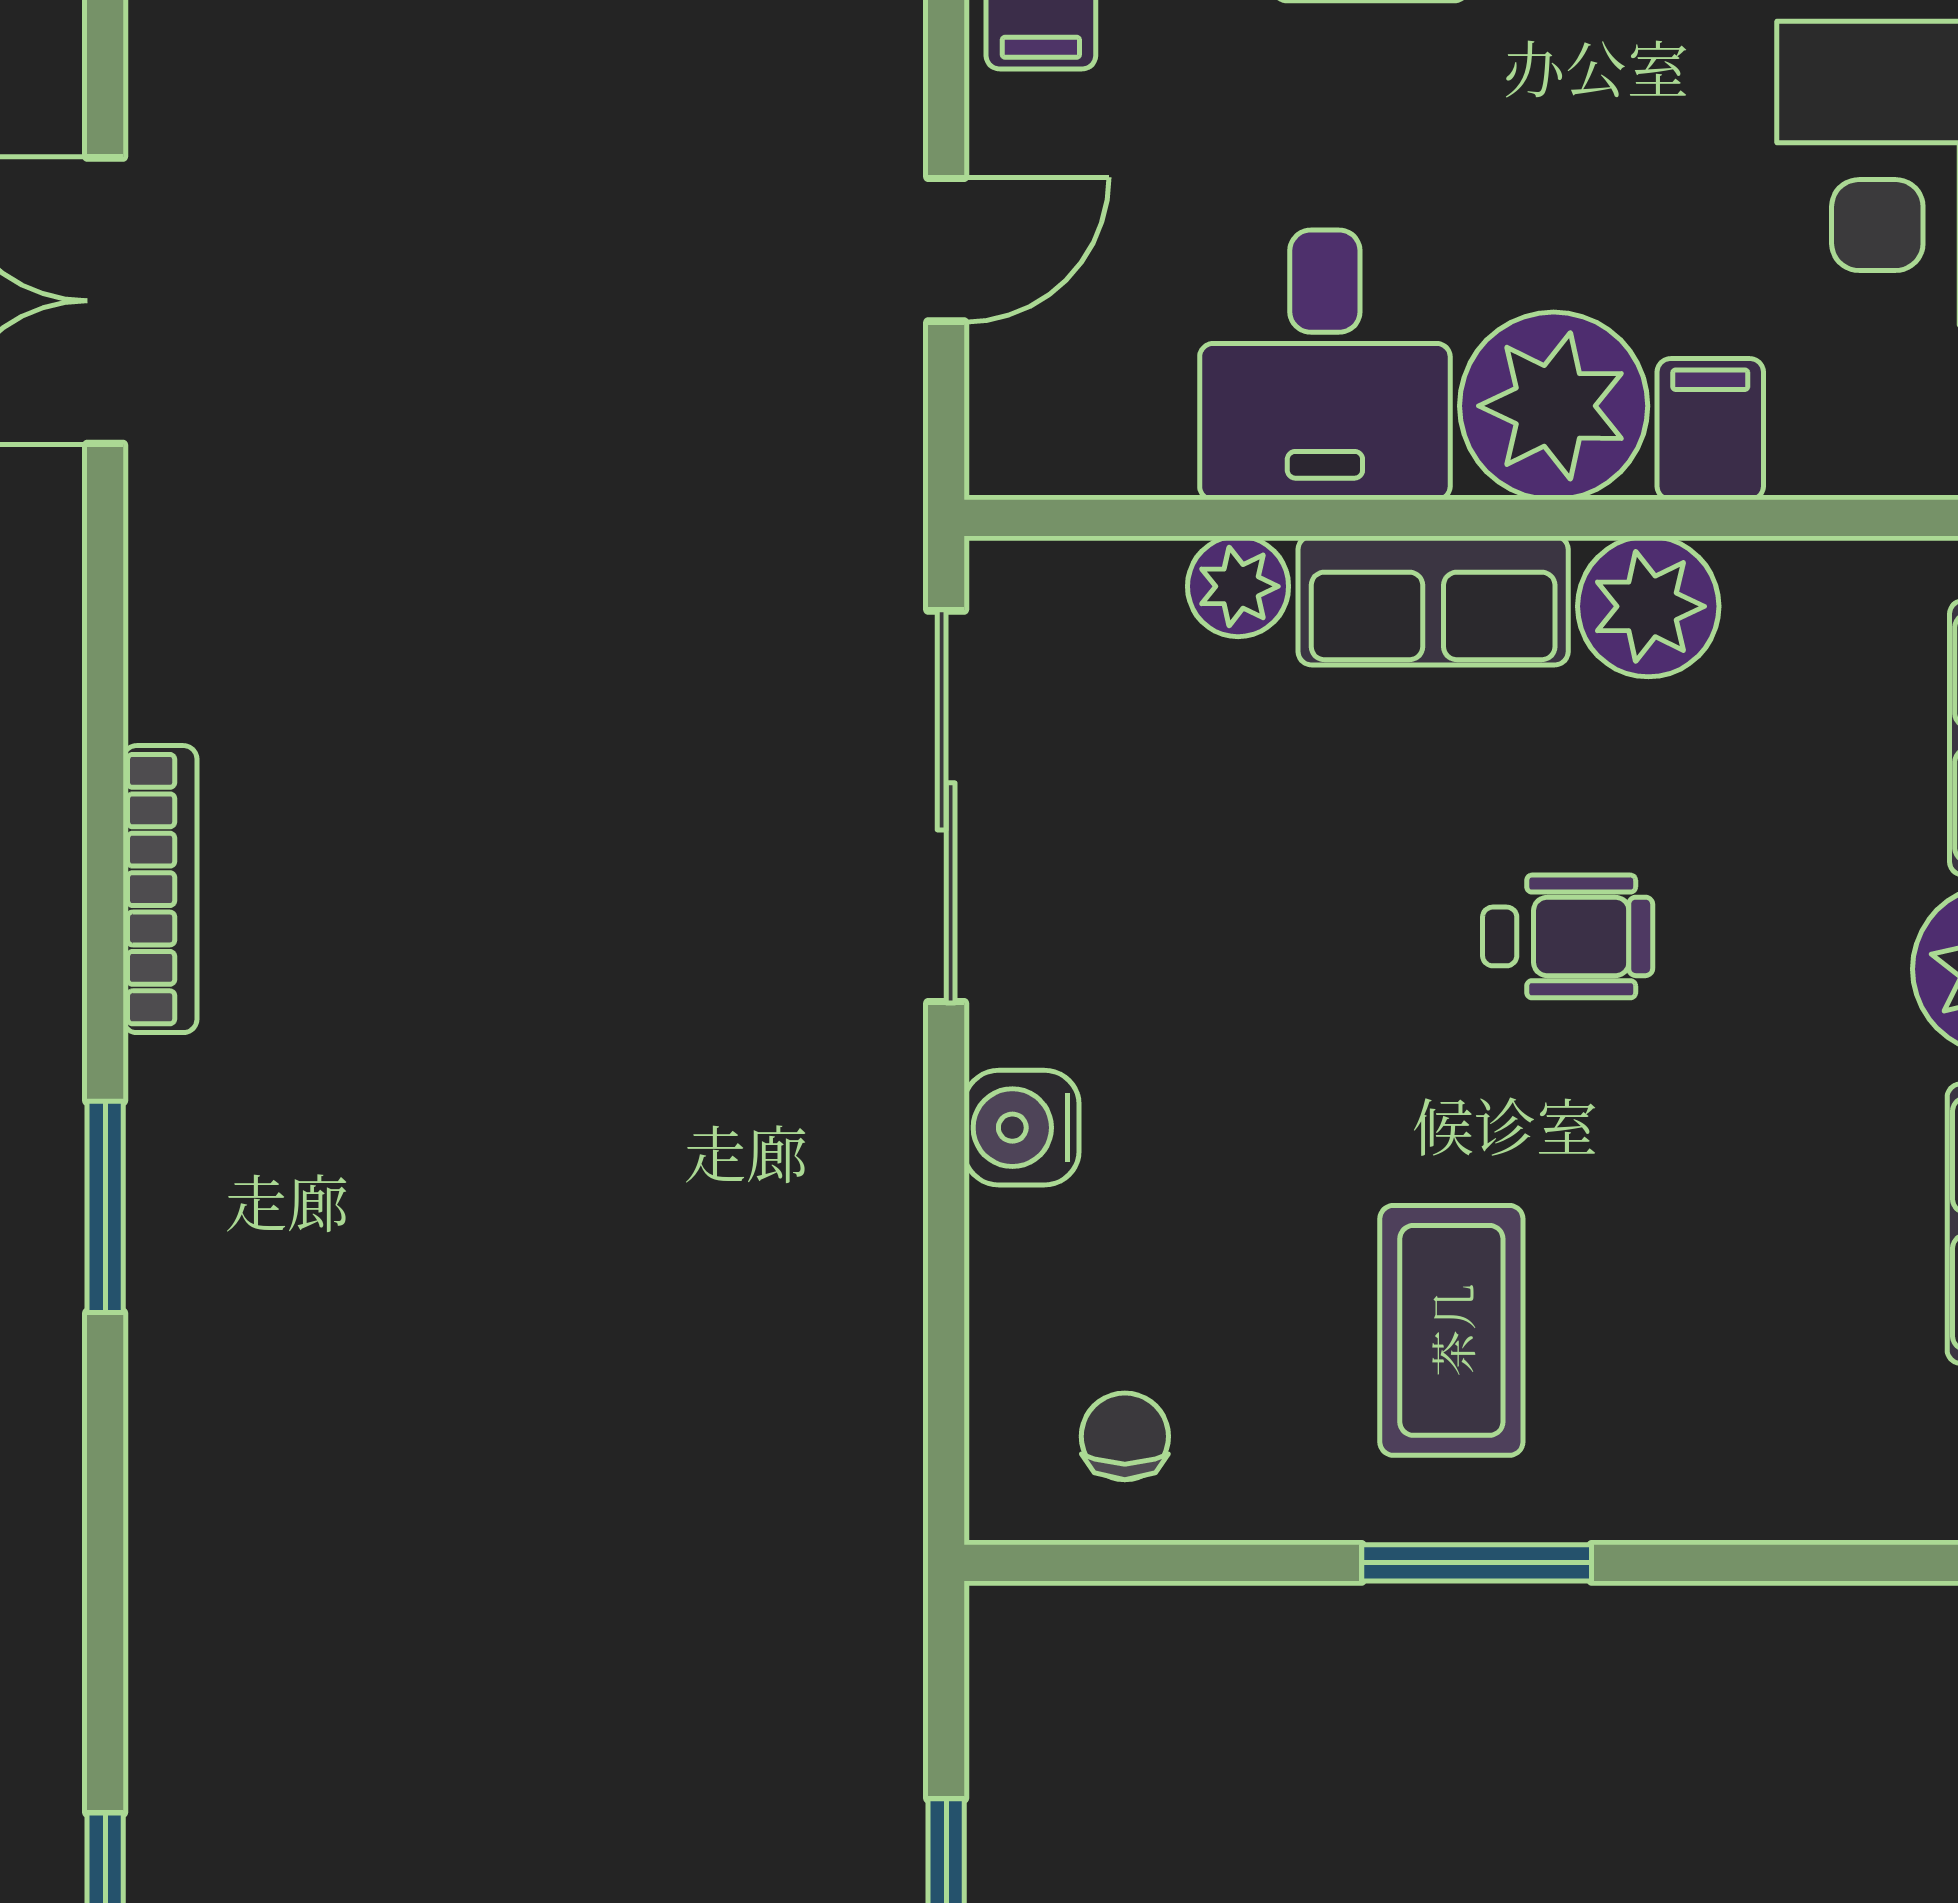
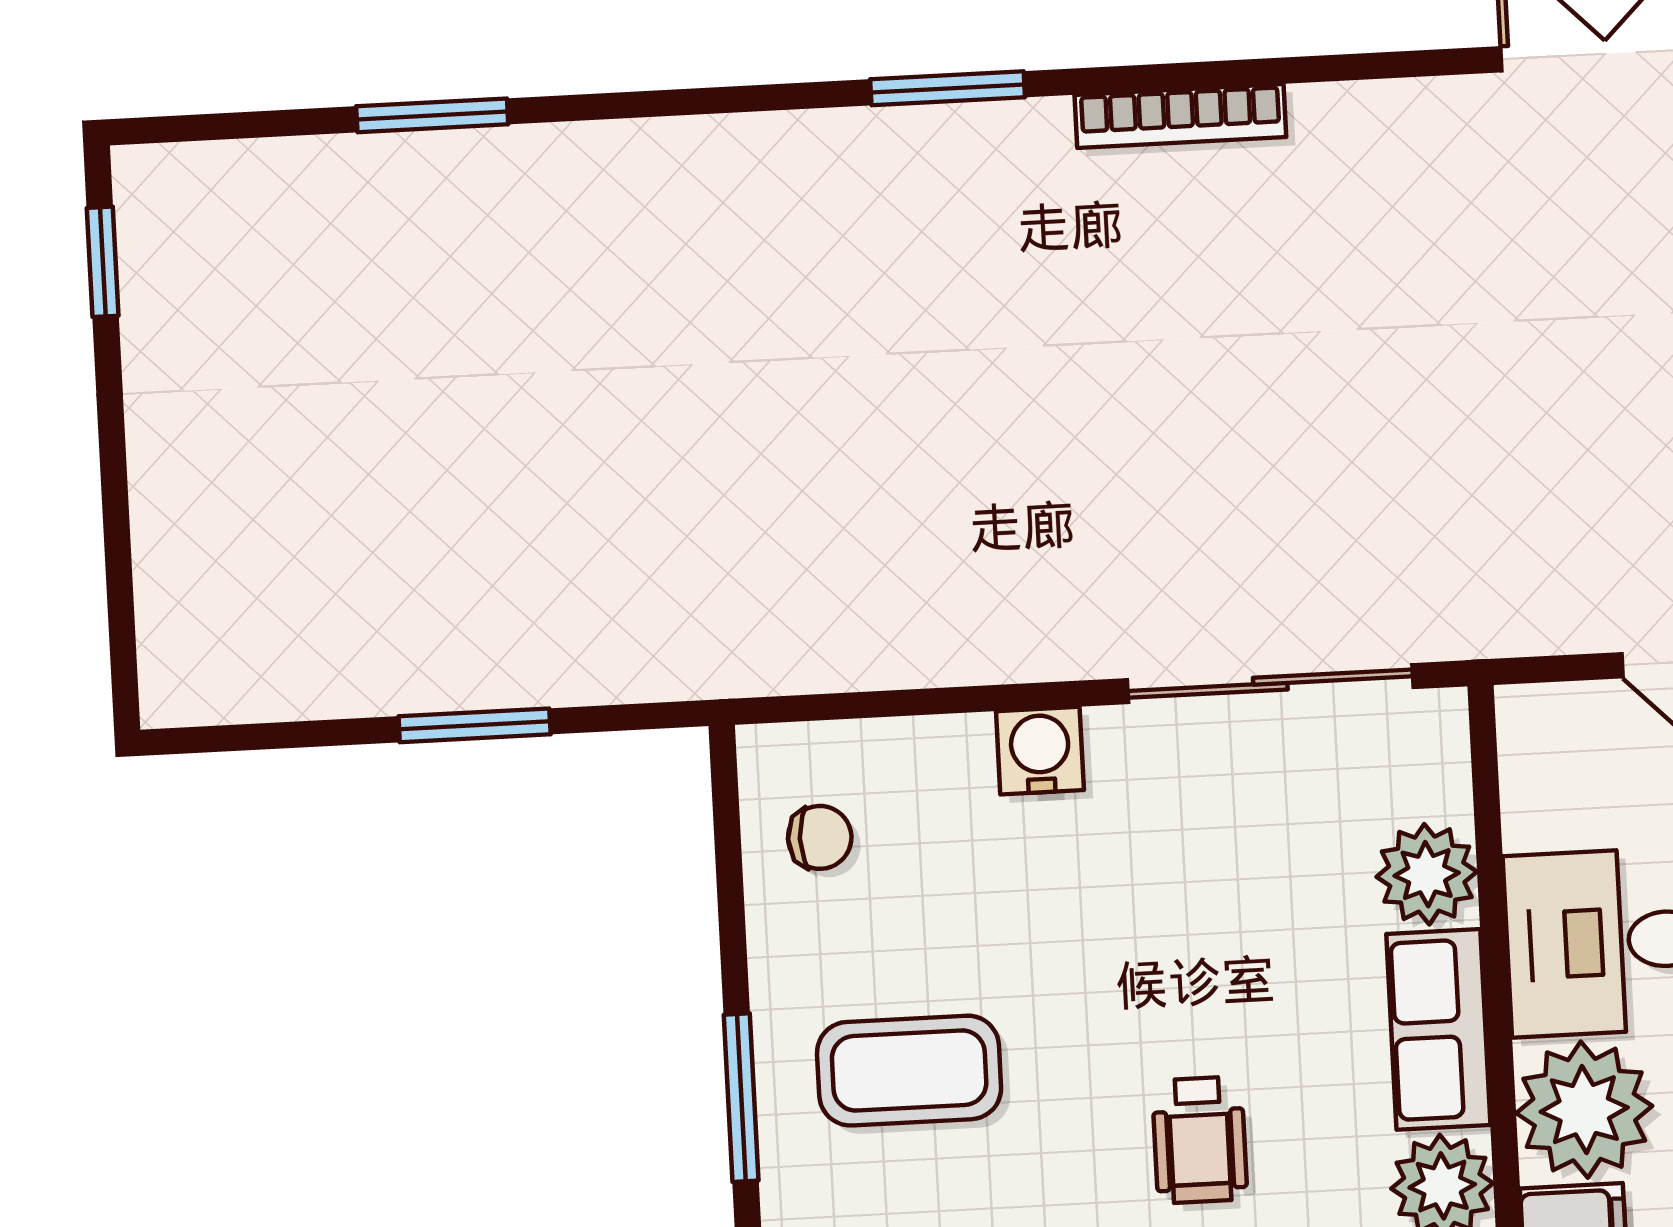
plant: (1238, 586) -> (1427, 874), width x1.38, depth x1.38

